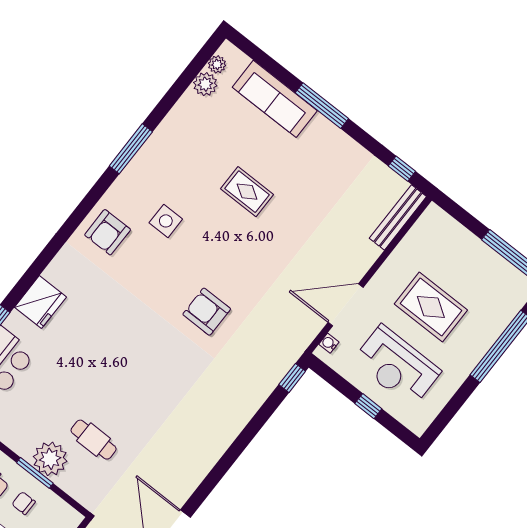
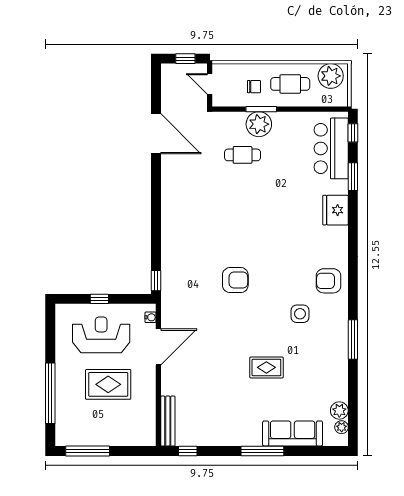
armchair: (108, 232) -> (328, 281), turned -90

